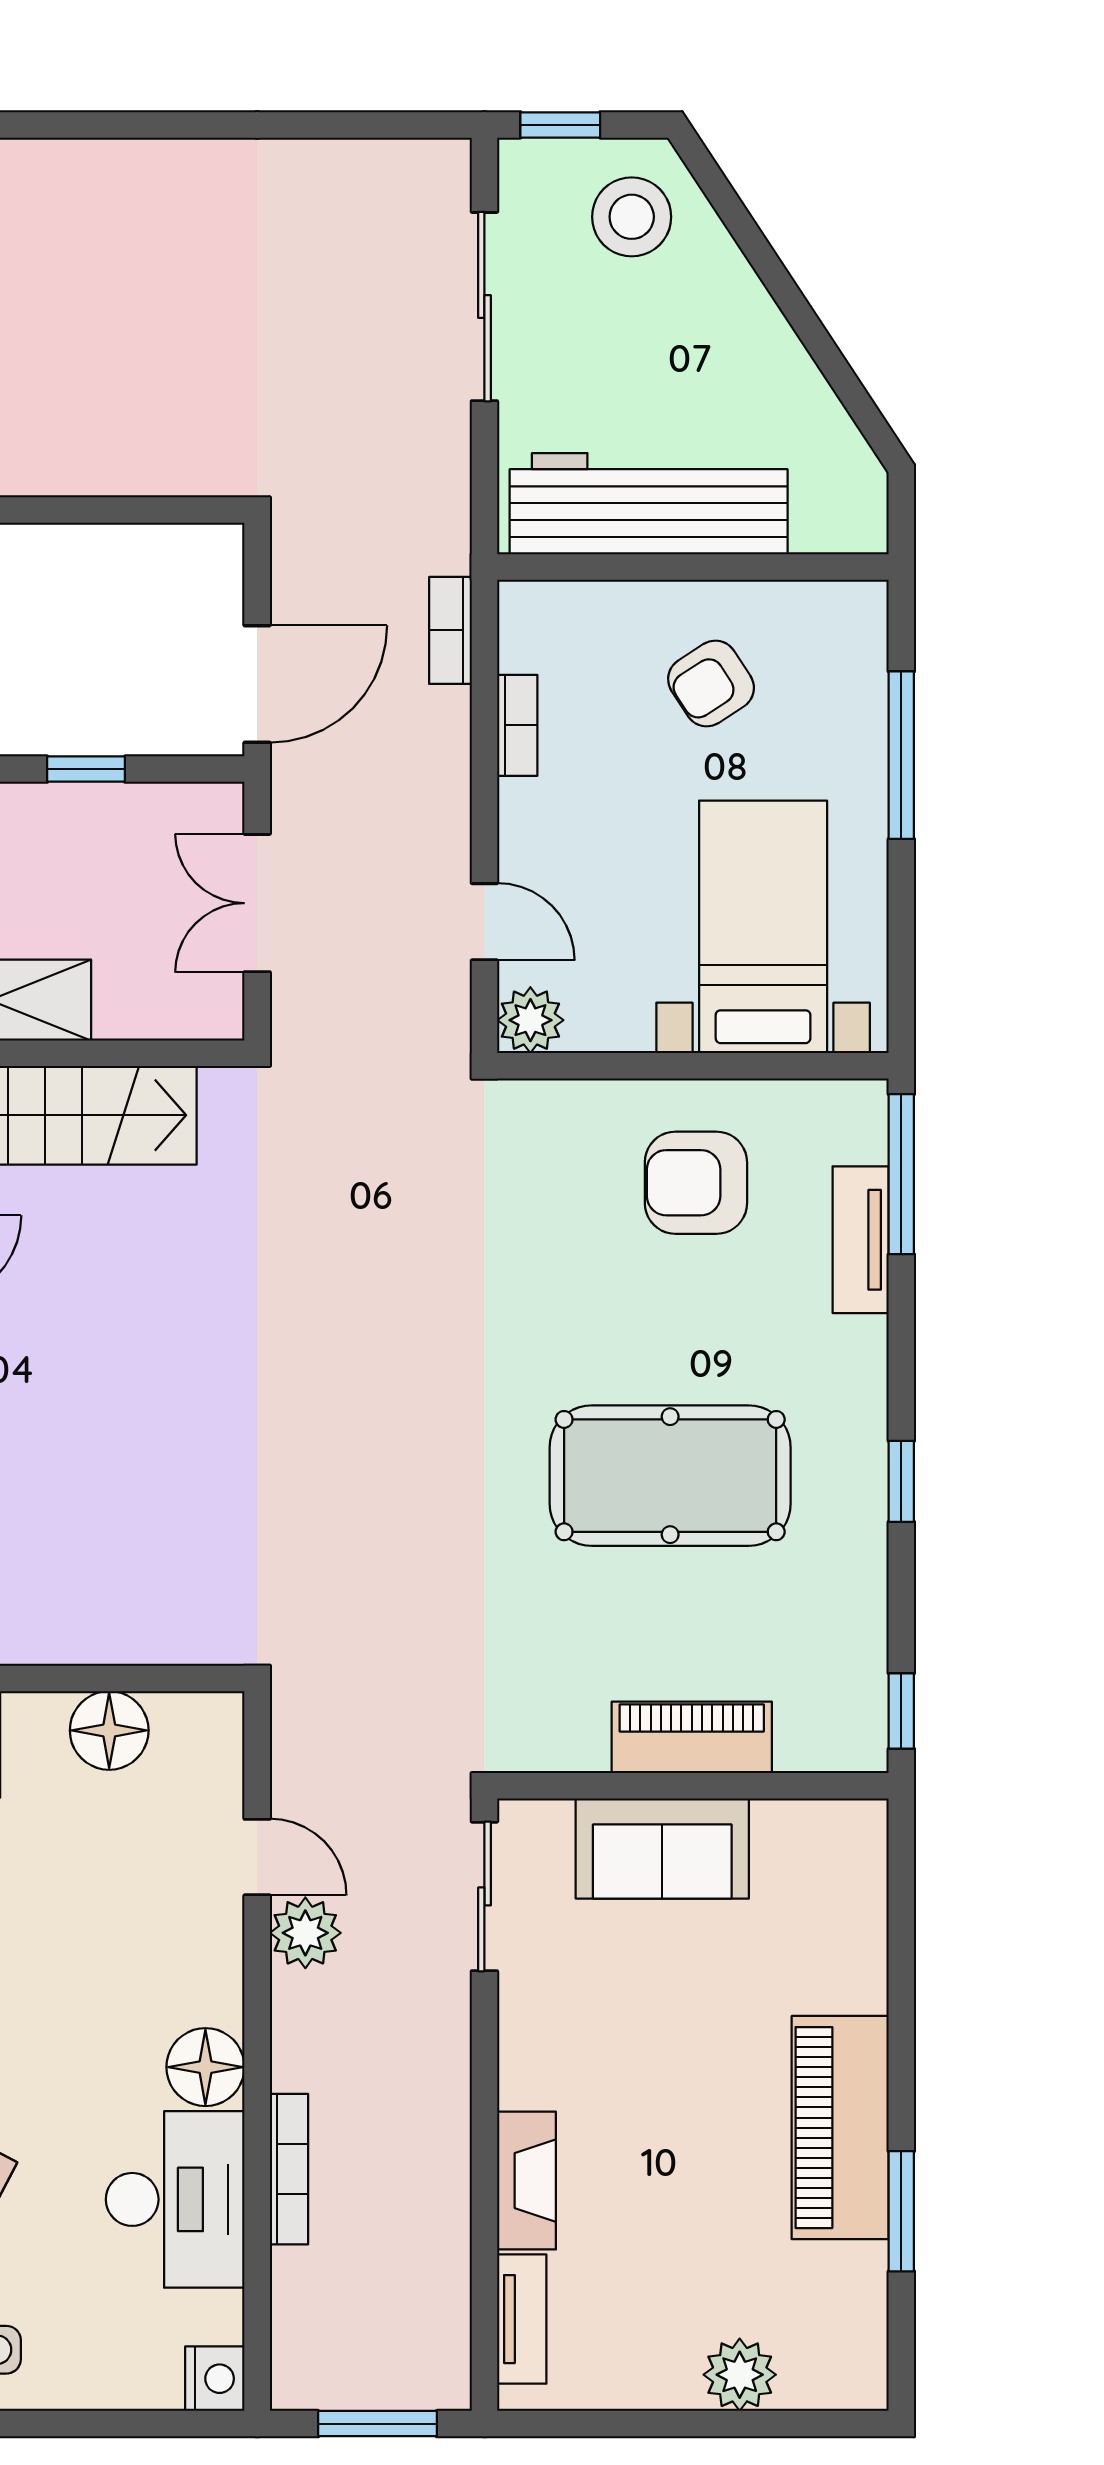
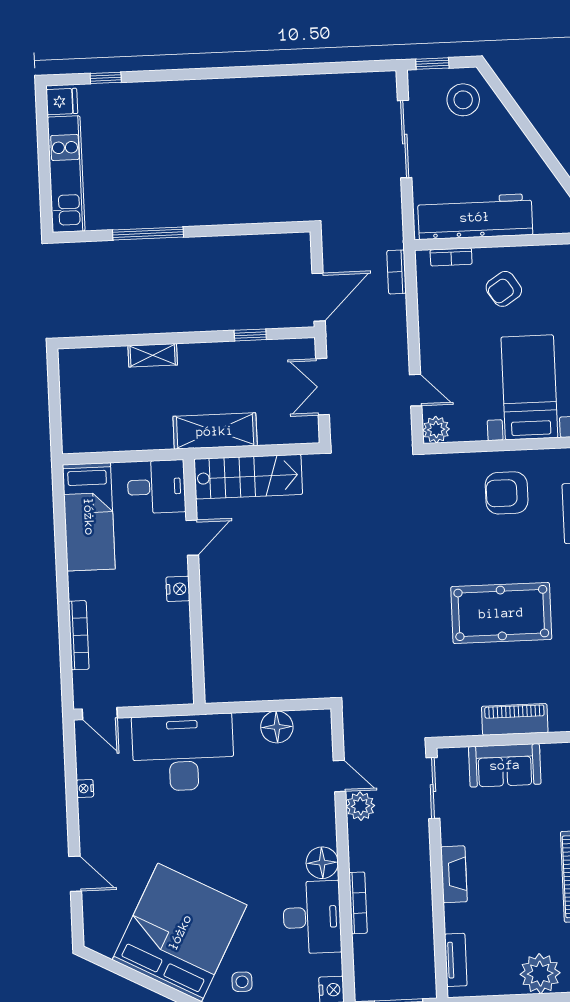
bookcase: (517, 725) -> (451, 257), moved, turned 90
fireplace: (526, 2181) -> (454, 874), moved
plant: (740, 2375) -> (540, 974), width x1.36, depth x1.36

